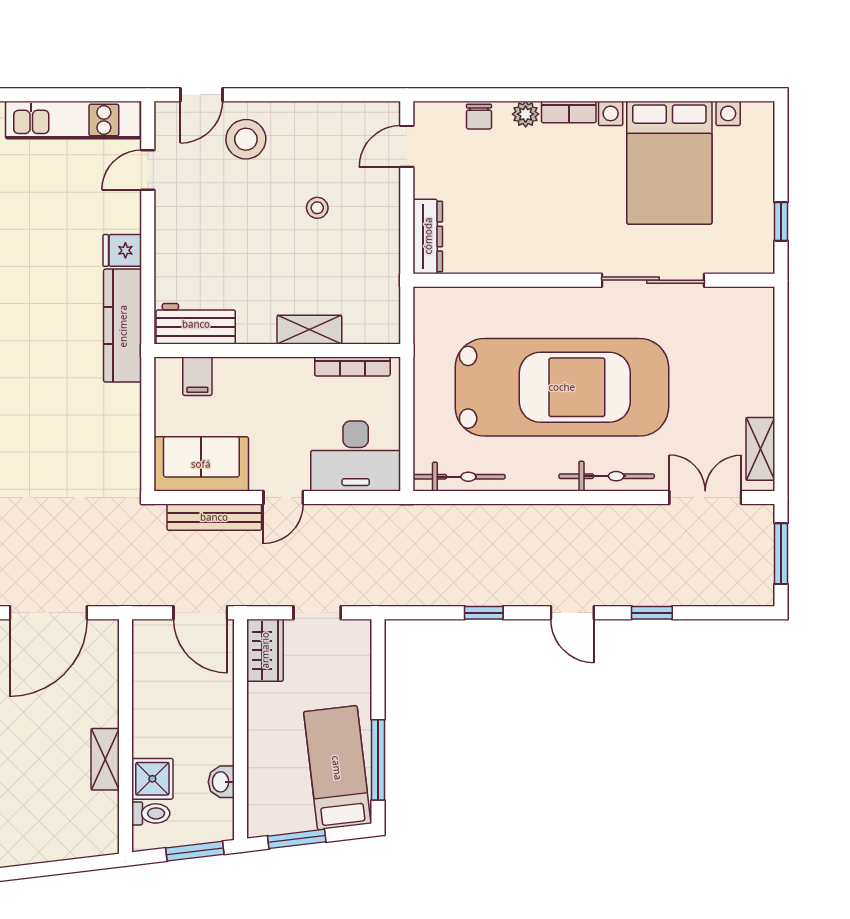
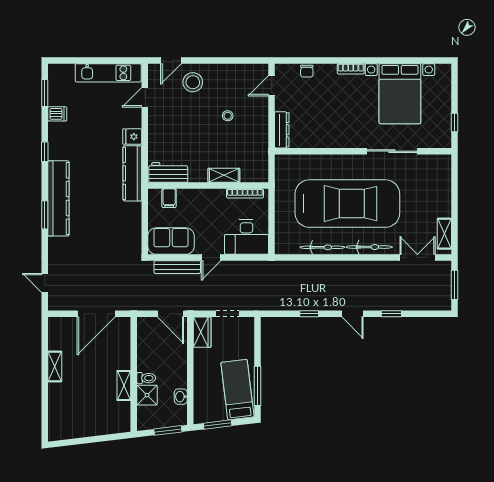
plant: (526, 114) -> (330, 70), removed
bicycle: (459, 477) -> (322, 247), moved
toilet: (151, 813) -> (146, 378), moved

